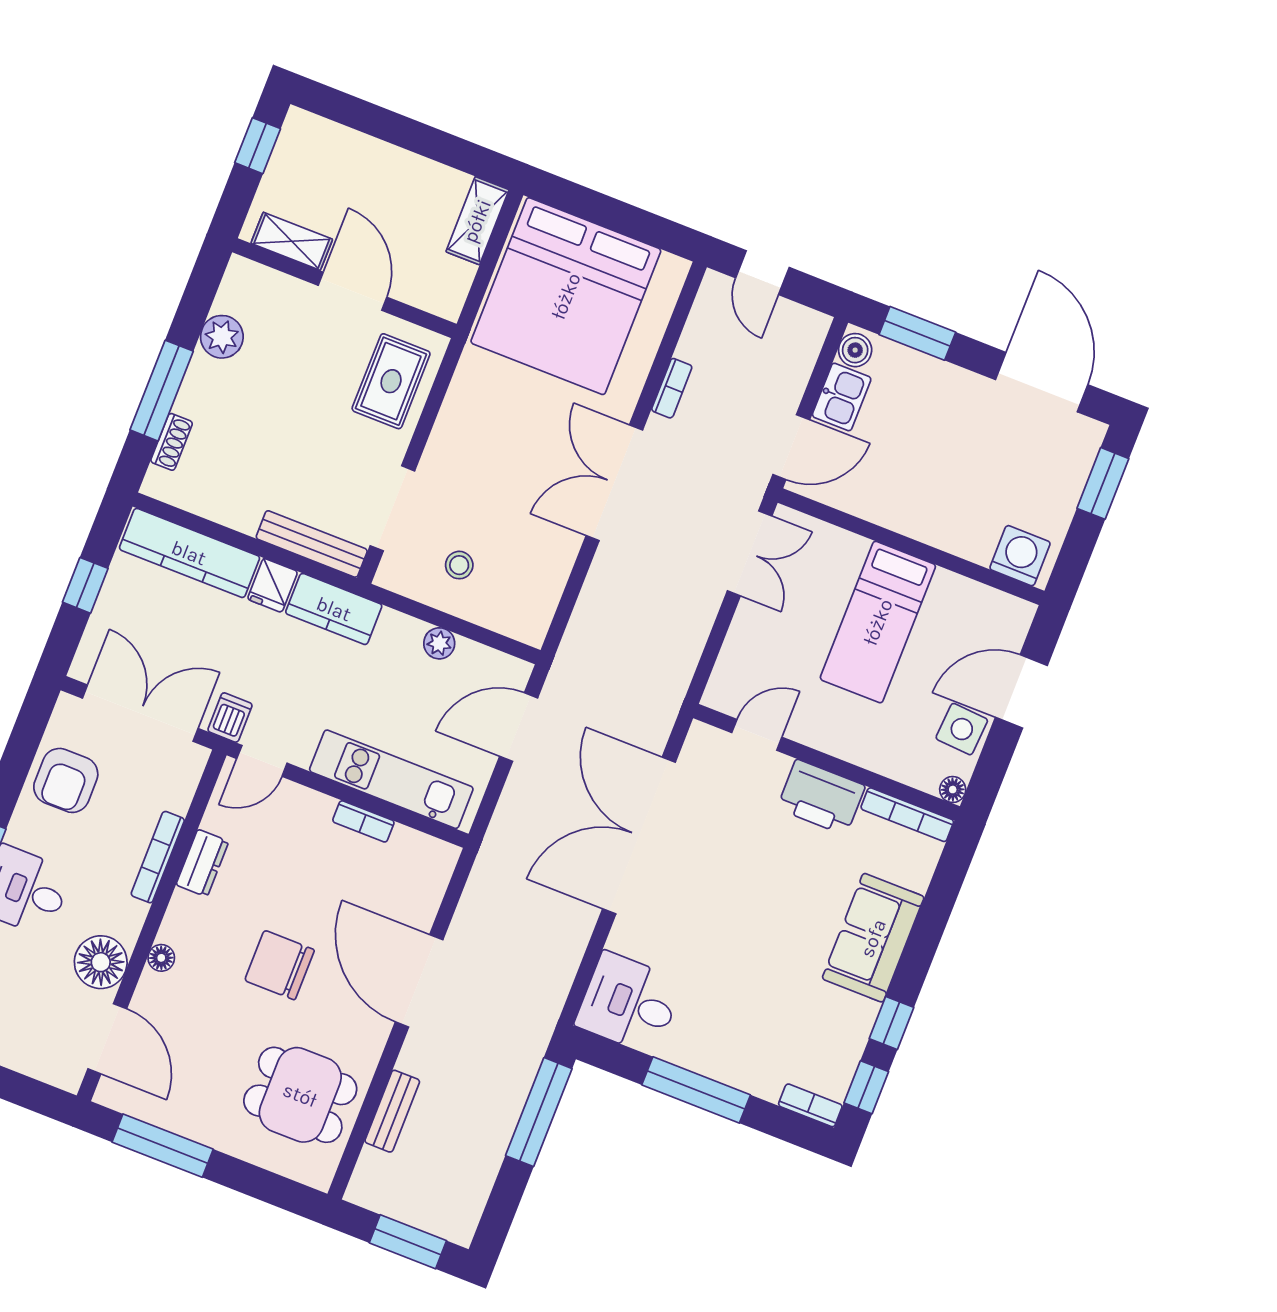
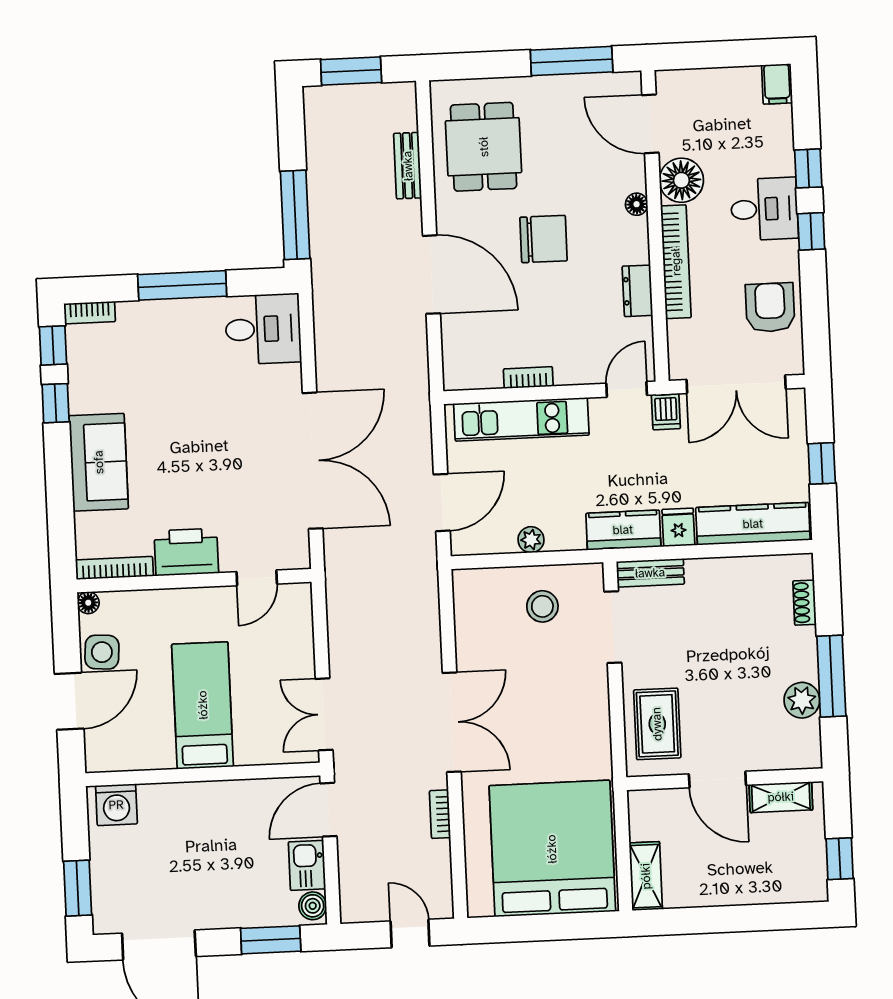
window: (162, 391) -> (831, 676), moved
bench: (312, 544) -> (650, 573), width x0.73
stool: (459, 565) -> (542, 606), width x1.37, depth x1.37
bookcase: (158, 857) -> (676, 262), width x1.48, depth x1.31
dining table: (300, 1095) -> (484, 147), turned 90

